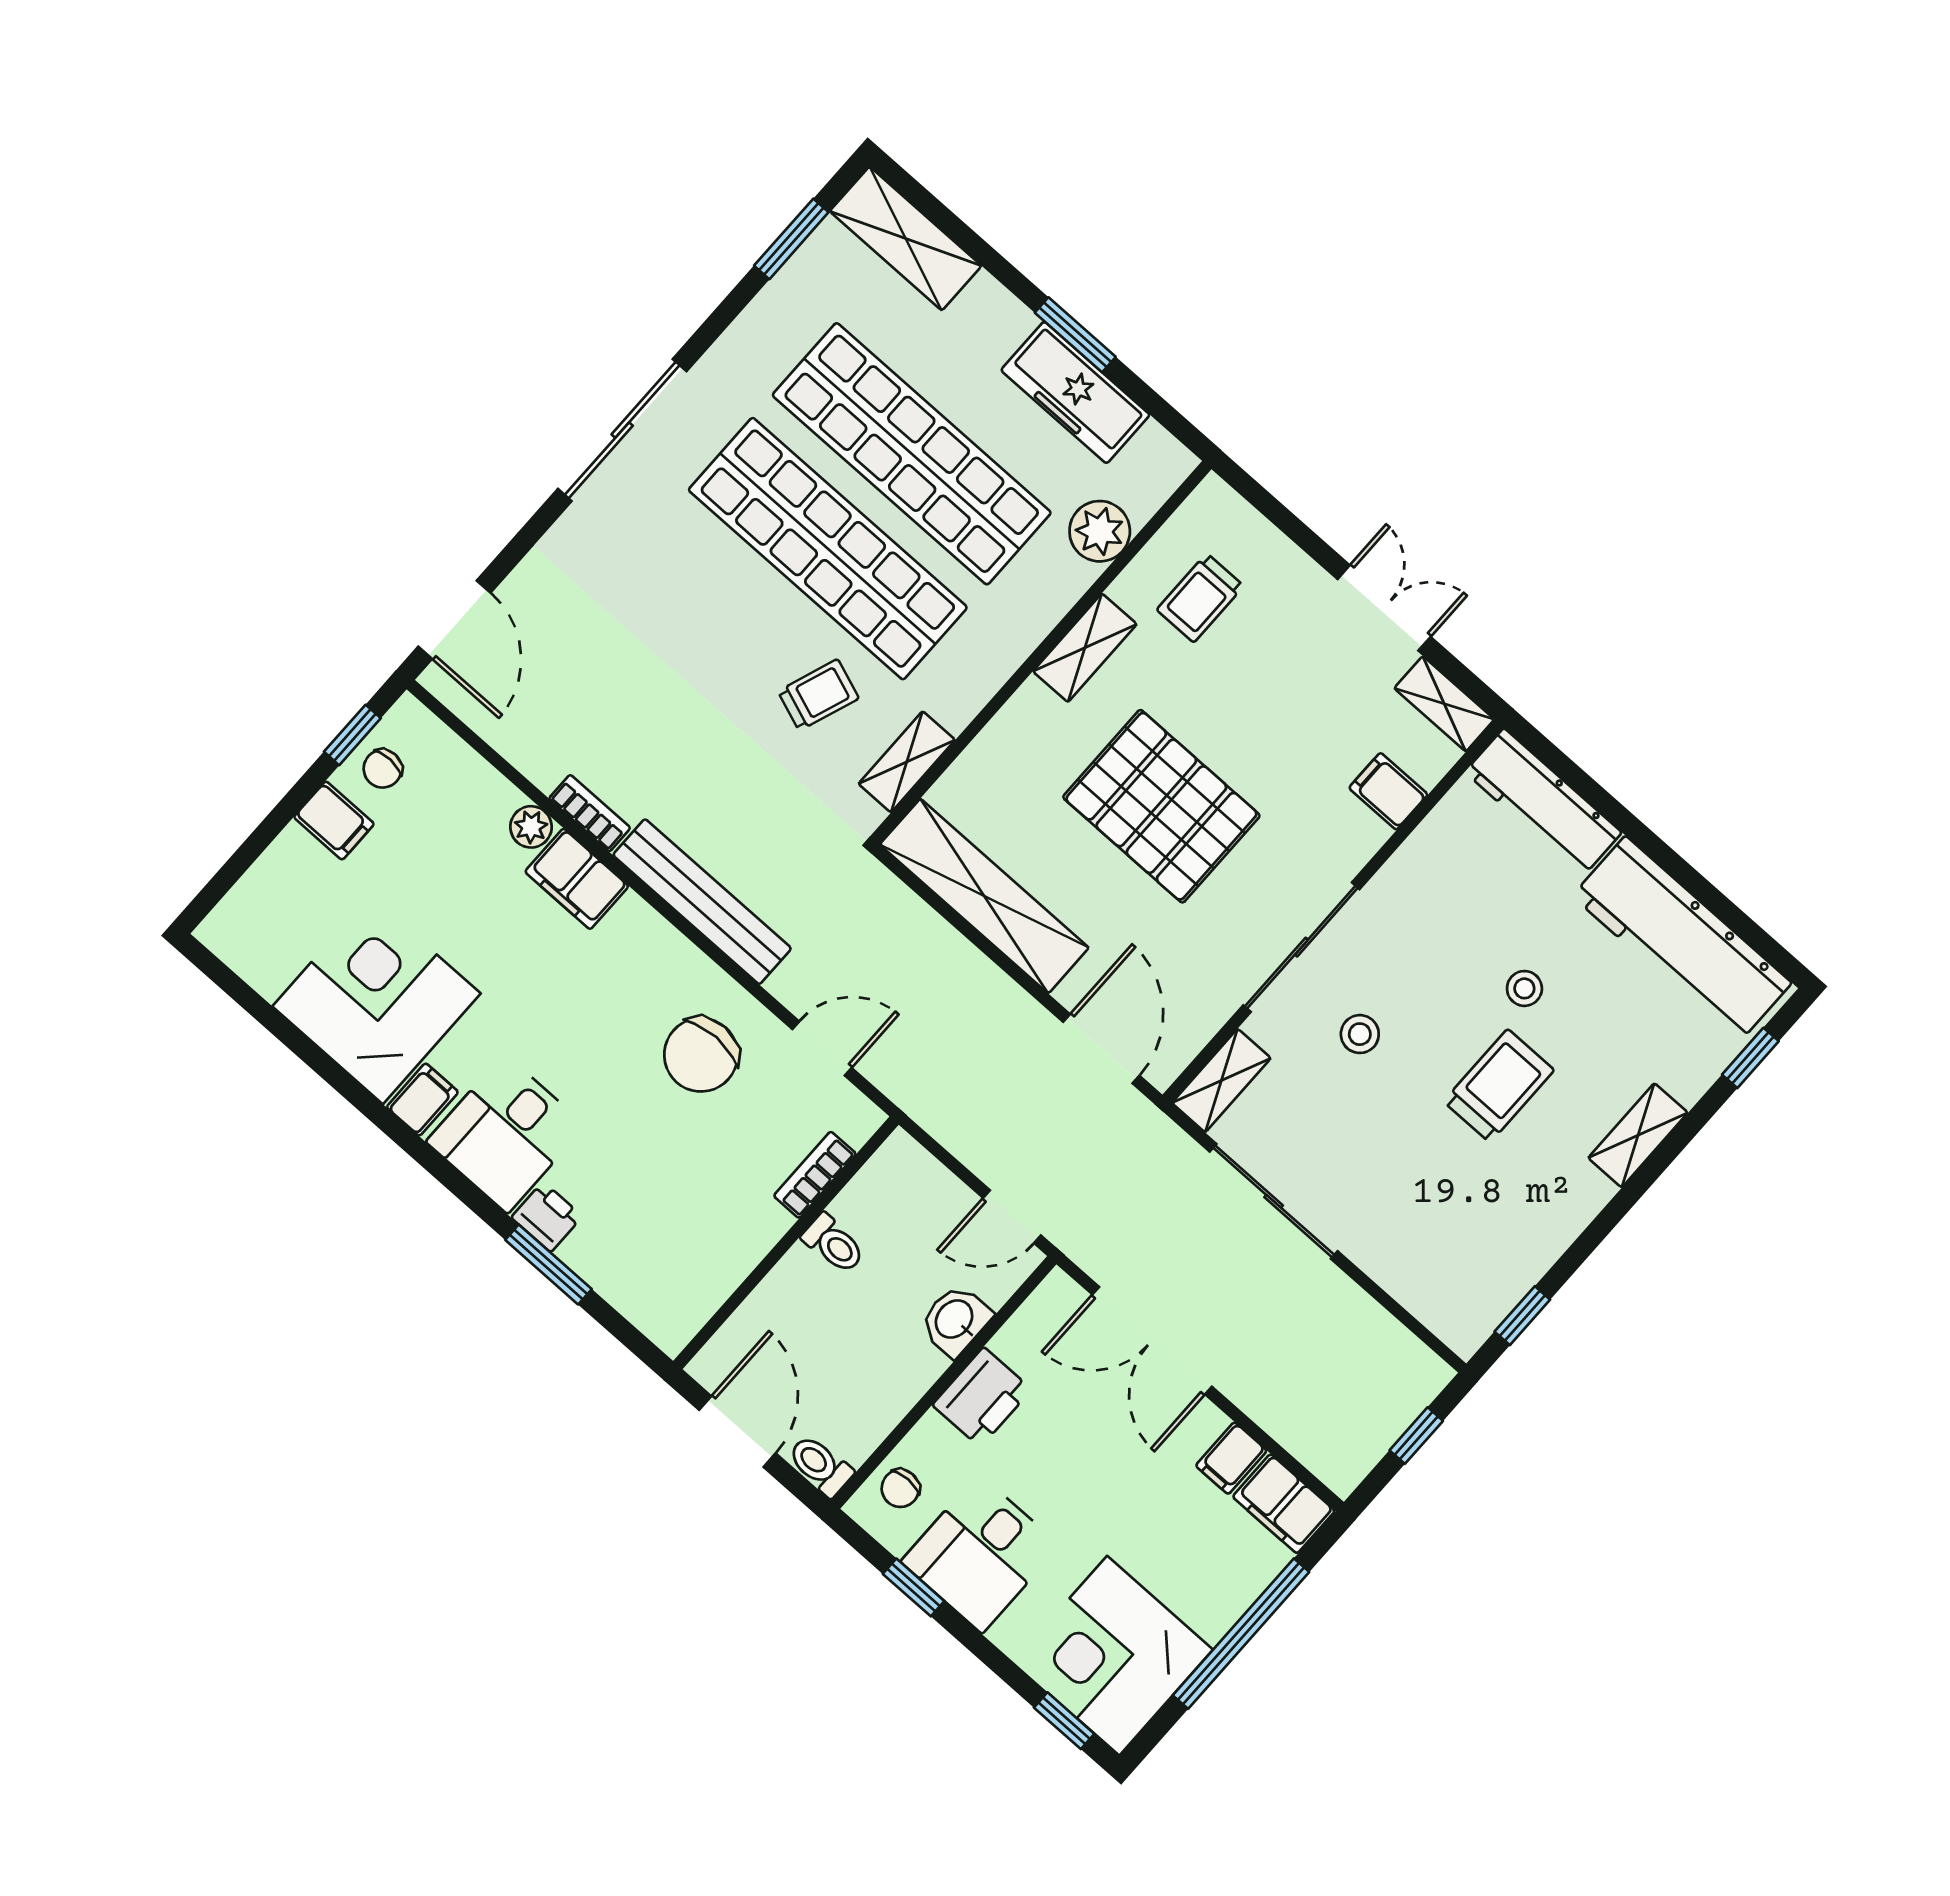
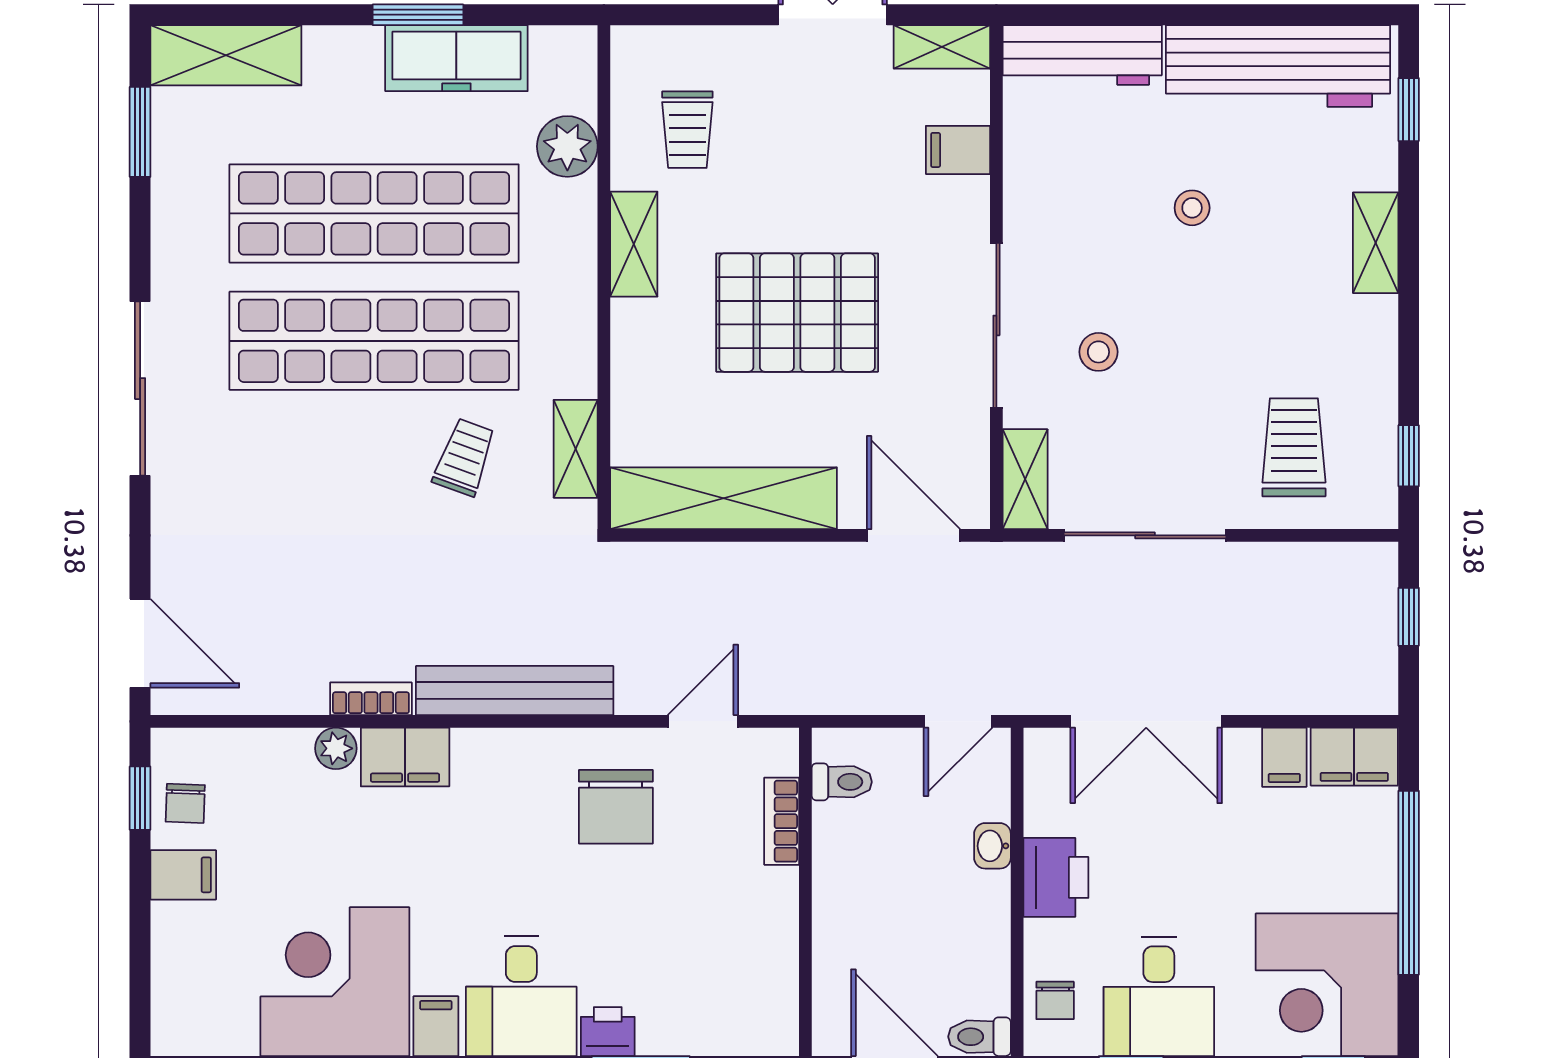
trolley: (1499, 1086) -> (1294, 447), moved
toilet: (834, 1244) -> (842, 782), moved
washbasin: (955, 1320) -> (992, 846), width x0.72, depth x0.69

